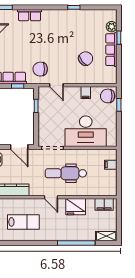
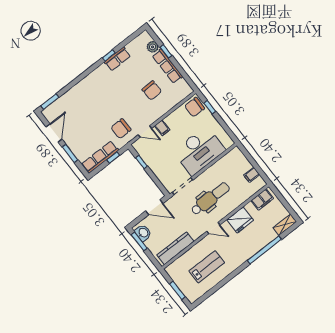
row of seats: (30, 15) -> (117, 59), moved
chair: (86, 59) -> (152, 90), turned 127
filing cabinet: (86, 93) -> (162, 128), moved
filing cabinet: (111, 165) -> (252, 175), moved
dental chair: (66, 173) -> (210, 199), turned 180

